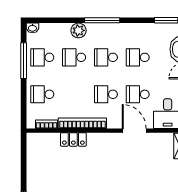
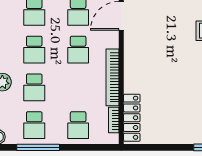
locker: (73, 139) -> (132, 118), moved, width x1.53

